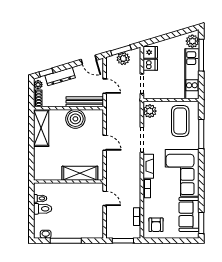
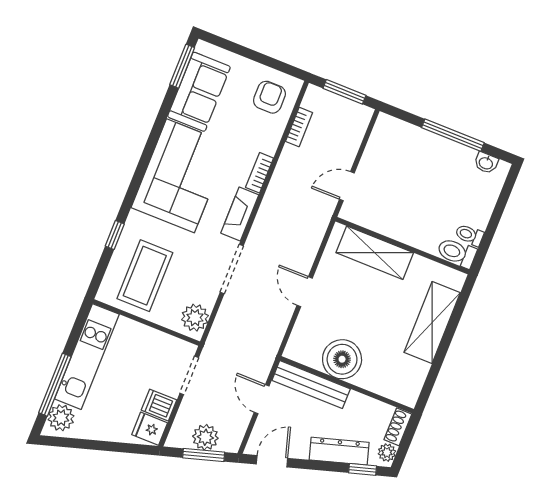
door: (89, 60) -> (272, 461), hinge flipped
shelving: (41, 128) -> (432, 323), moved
window: (201, 134) -> (115, 235), width x0.46
door: (105, 198) -> (347, 186), hinge flipped
toilet: (43, 209) -> (457, 253), moved

